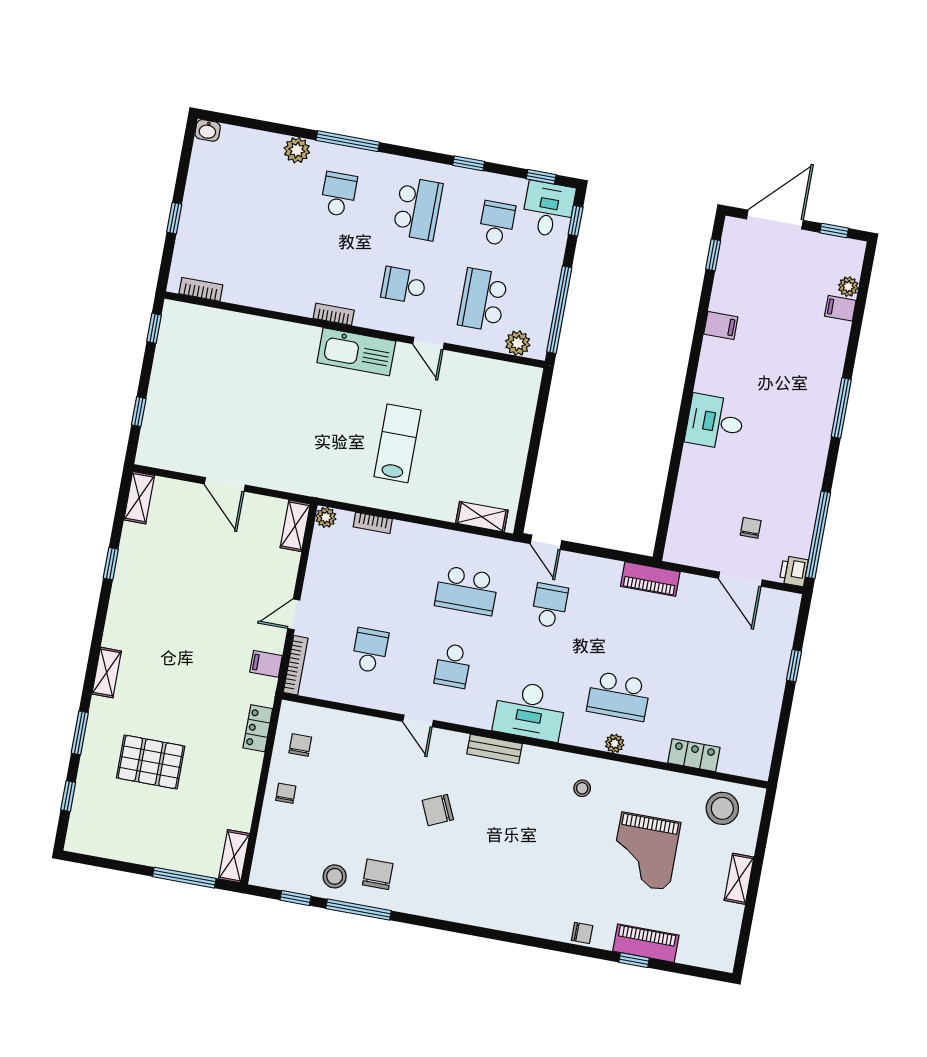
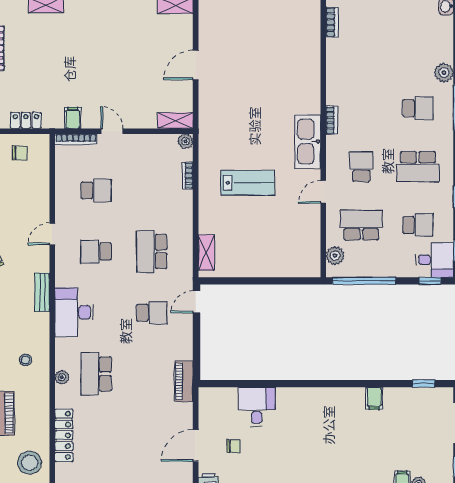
desk: (715, 422) -> (257, 407), moved
locker: (694, 755) -> (64, 435), width x1.53

